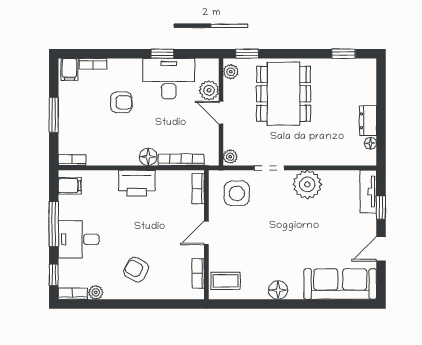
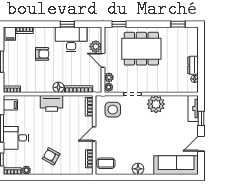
plant: (231, 72) -> (109, 77), moved
dining table: (284, 94) -> (141, 49), turned 90

